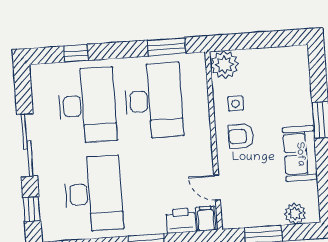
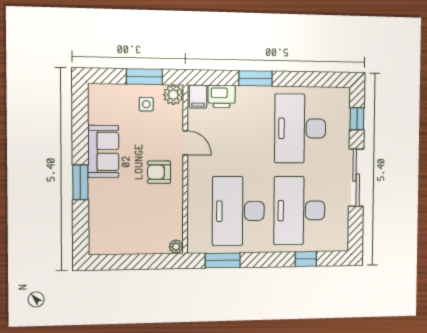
plant: (224, 65) -> (176, 247), width x0.53, depth x0.53
side table: (236, 104) -> (146, 104), moved
armchair: (241, 136) -> (159, 172), turned 180
door: (217, 187) -> (185, 143), moved
plant: (295, 214) -> (173, 95), moved

